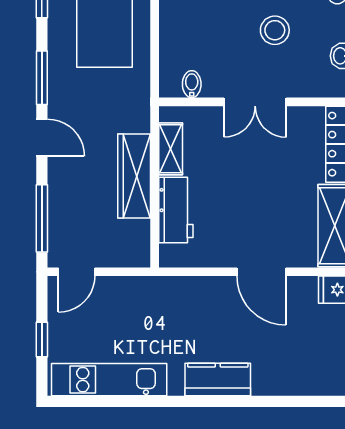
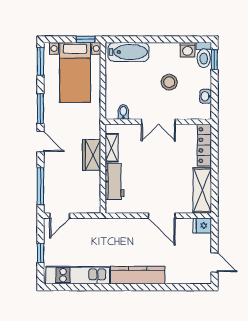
wardrobe: (134, 176) -> (92, 155), width x0.67
kitchen counter: (218, 379) -> (138, 275), width x1.50

